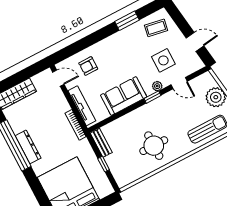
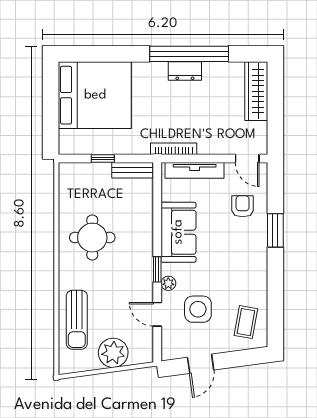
window: (127, 21) -> (275, 230), moved
door: (58, 78) -> (247, 159), hinge flipped
door: (179, 83) -> (157, 314), hinge flipped
dresser: (28, 147) -> (185, 71), width x0.70

